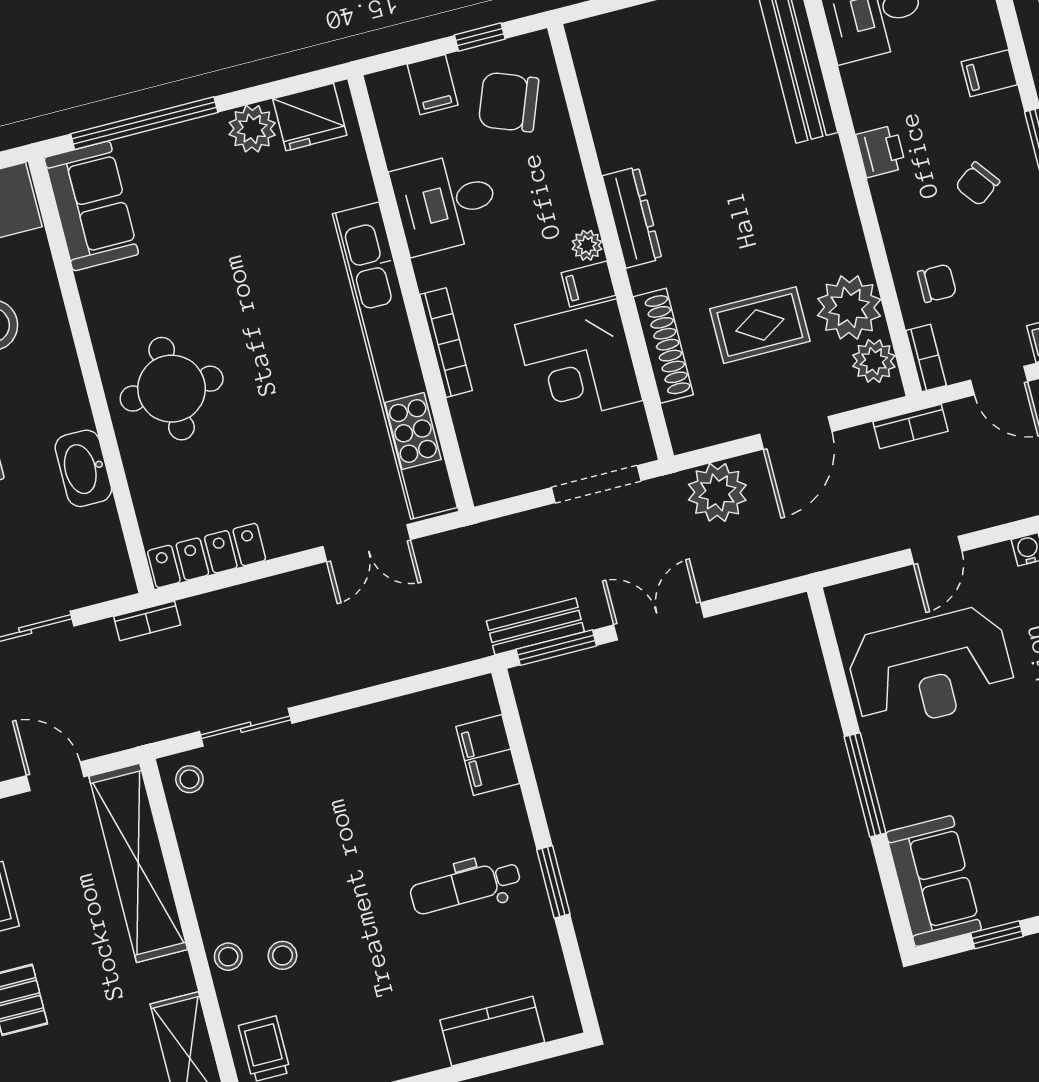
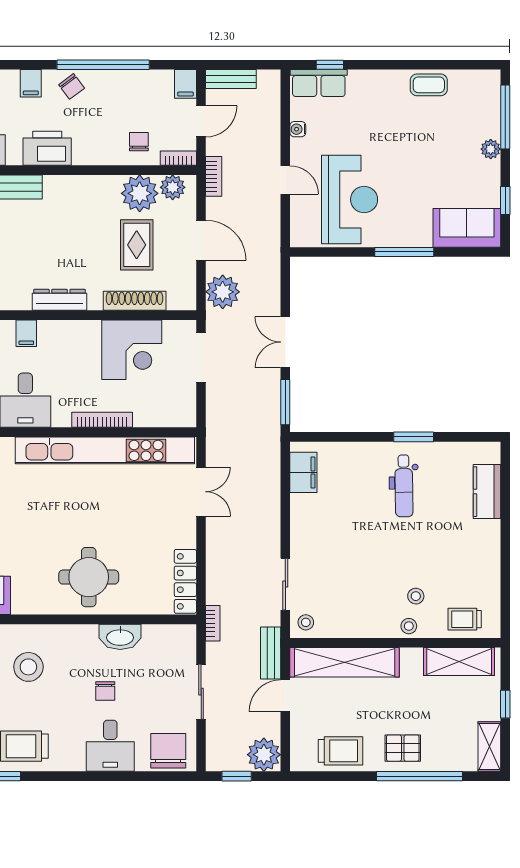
printer: (881, 151) -> (47, 148), width x1.87, depth x1.48
chair: (978, 184) -> (72, 86), moved
plant: (587, 245) -> (69, 329), removed
filing cabinet: (588, 284) -> (26, 333), moved
bench: (535, 626) -> (271, 653), moved
filing cabinet: (488, 755) -> (303, 472), moved, turned -90

